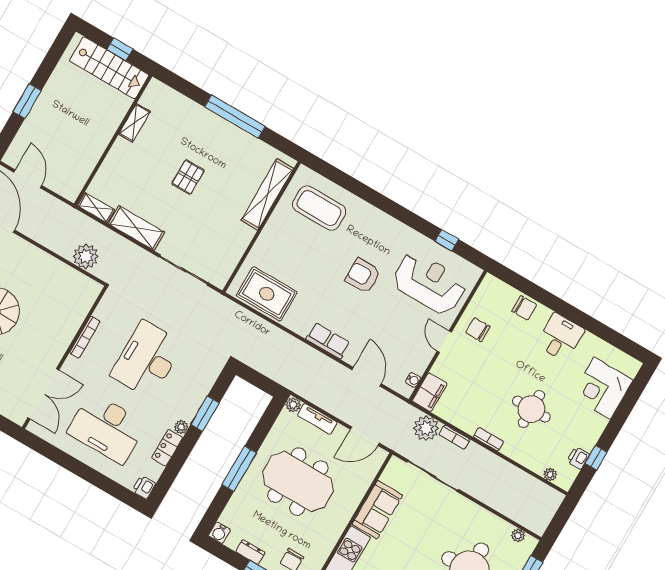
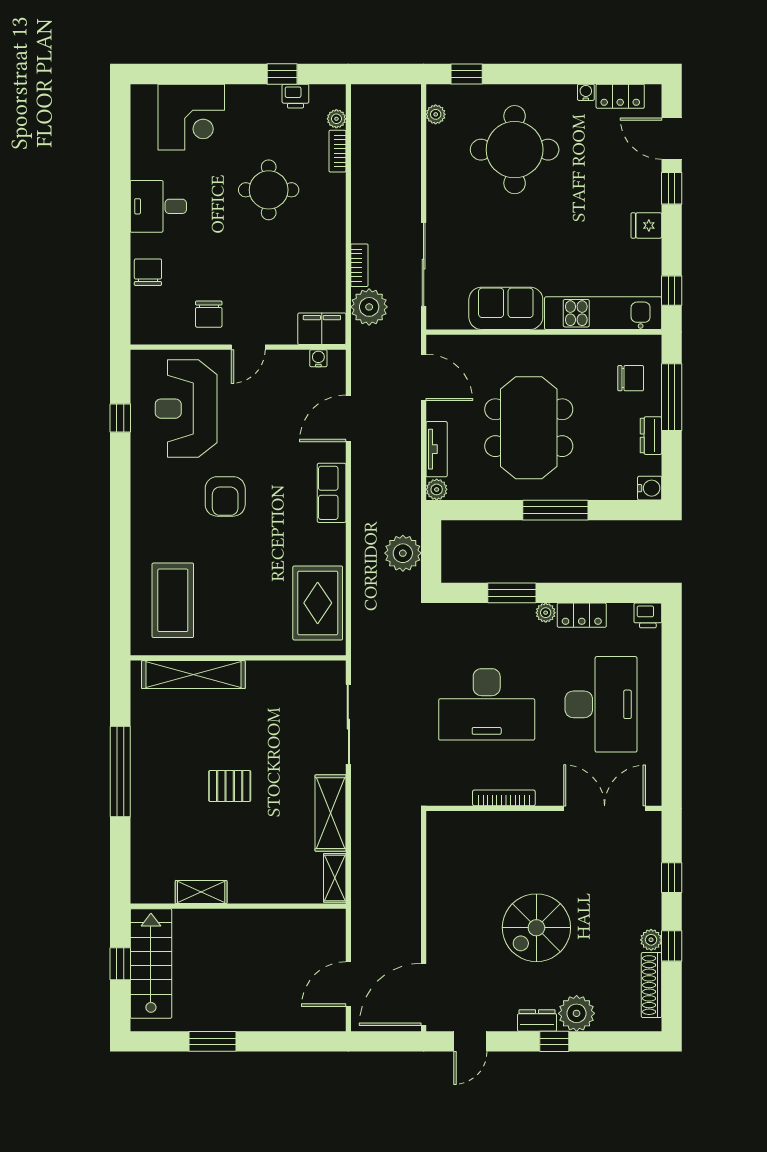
window: (27, 101) -> (213, 1041), moved
plant: (86, 256) -> (403, 553), moved
bookcase: (488, 439) -> (337, 151), moved

